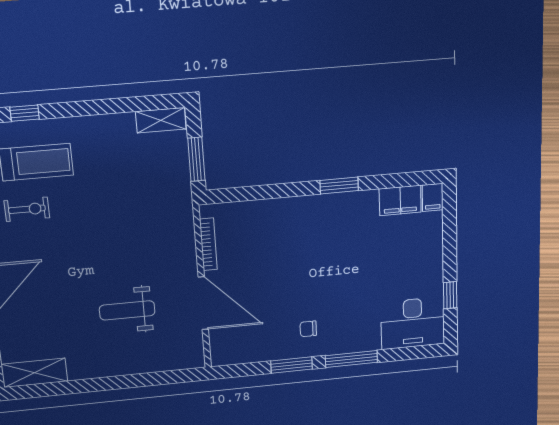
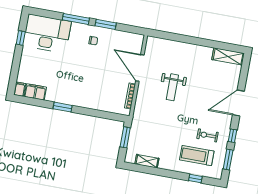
shelving: (161, 120) -> (147, 161), moved
weight bench: (127, 310) -> (172, 87), moved, turned 90
desk: (413, 323) -> (47, 34), width x1.36, depth x1.30

